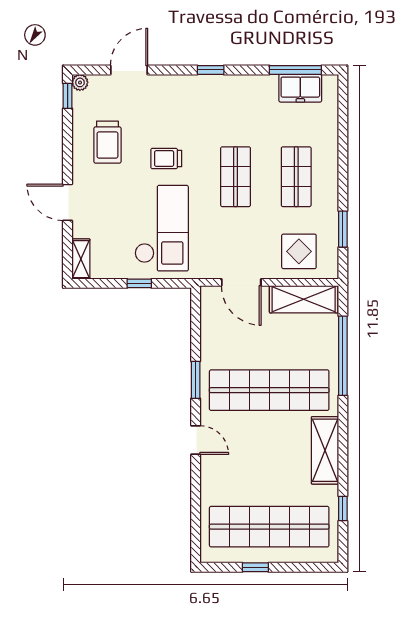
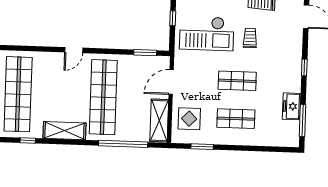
freezer: (300, 88) -> (292, 106), moved
window: (196, 380) -> (145, 53), moved

